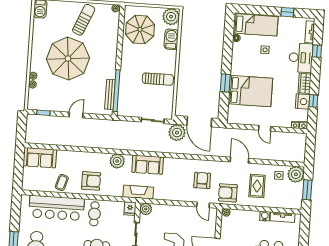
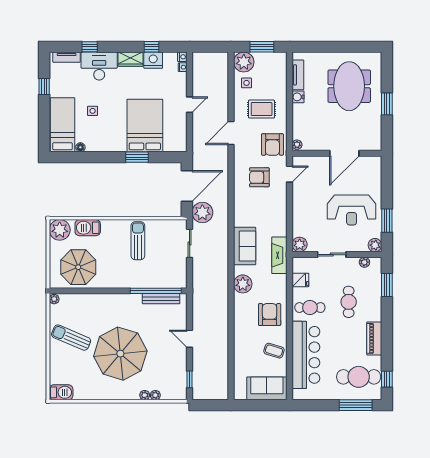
sofa: (40, 158) -> (267, 388), moved, turned -90
fridge: (130, 209) -> (300, 280), moved

